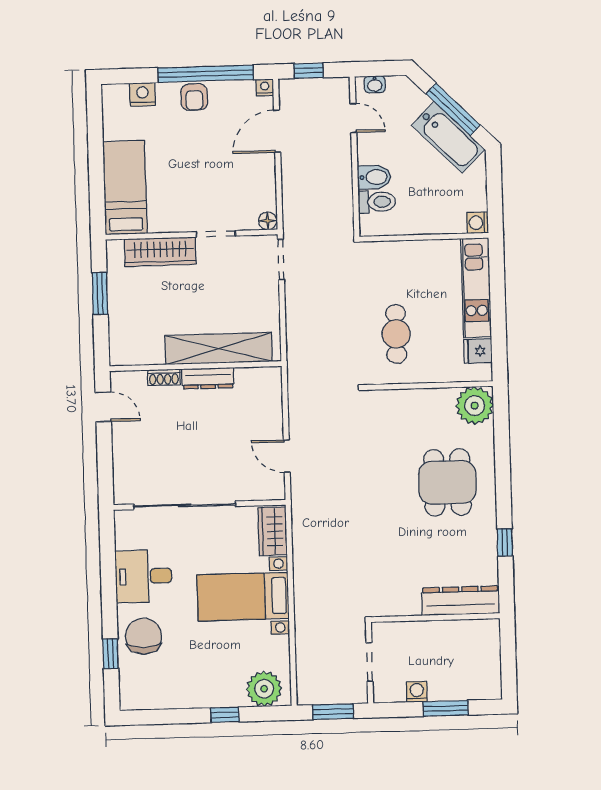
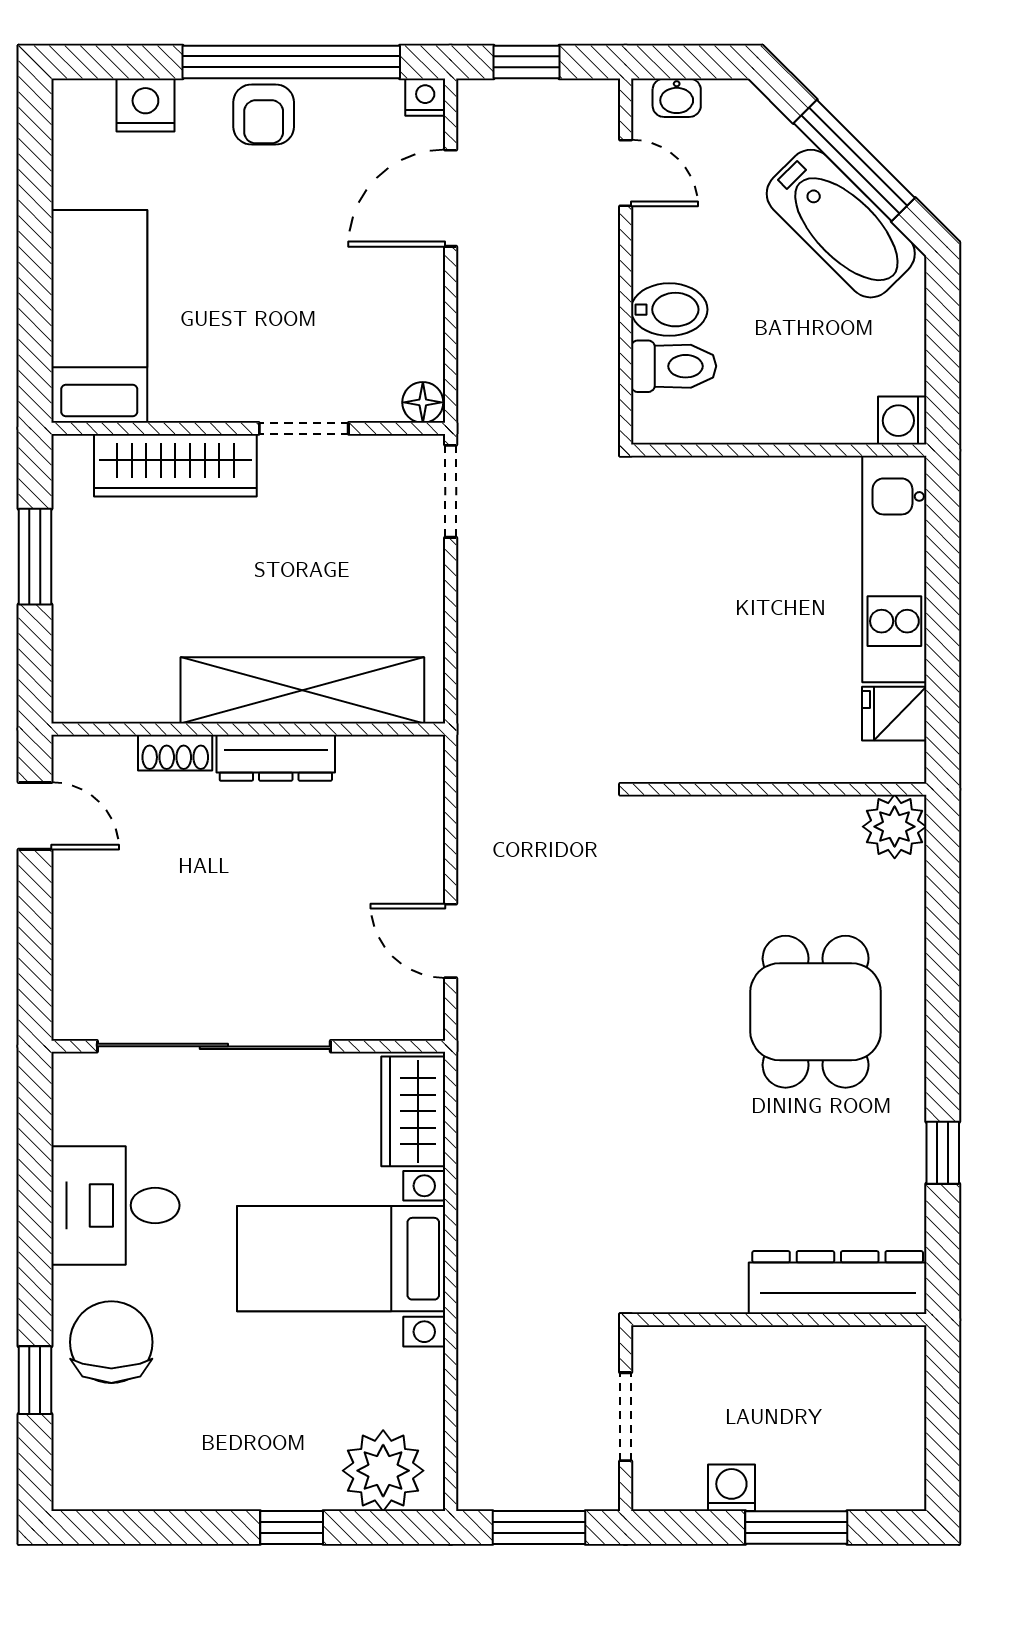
cafe table: (396, 334) -> (709, 669), removed
plant: (475, 406) -> (895, 827), width x0.73, depth x0.73

